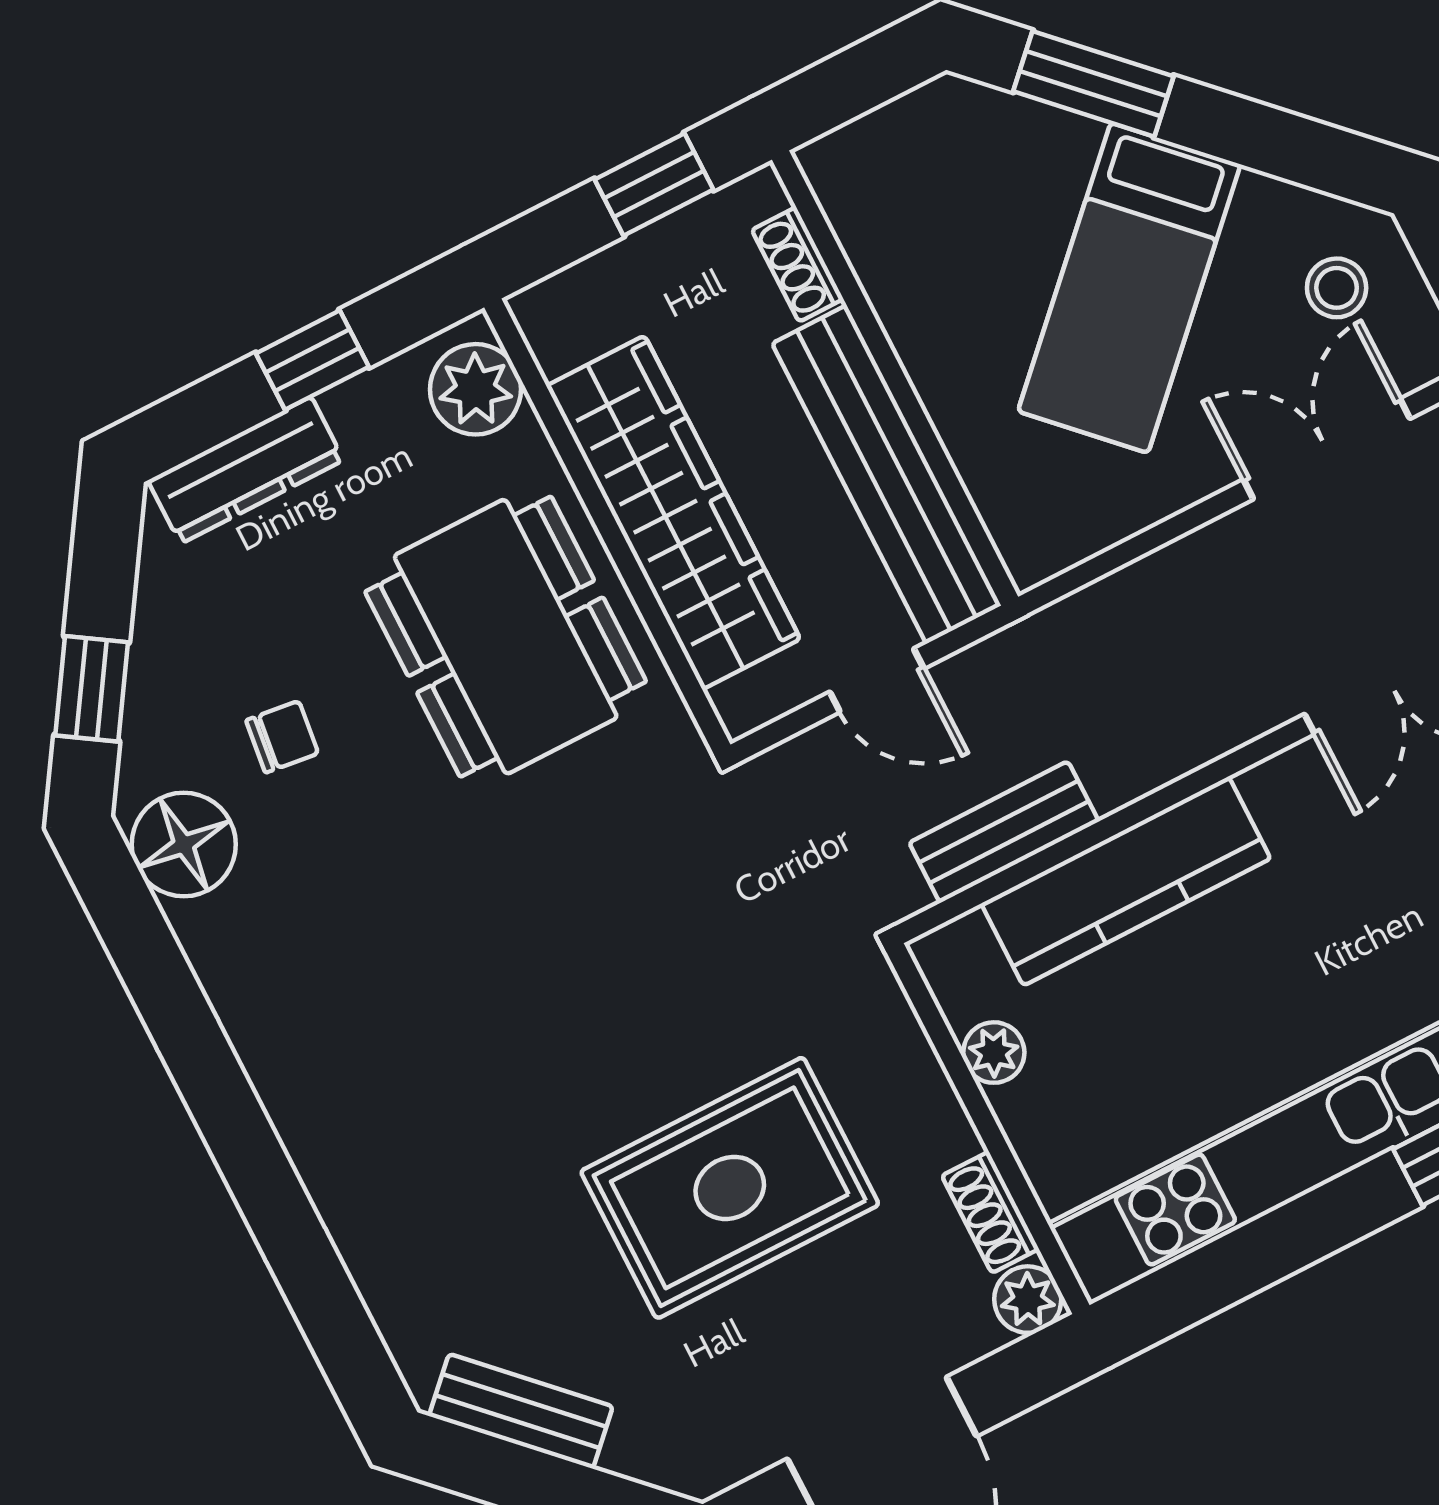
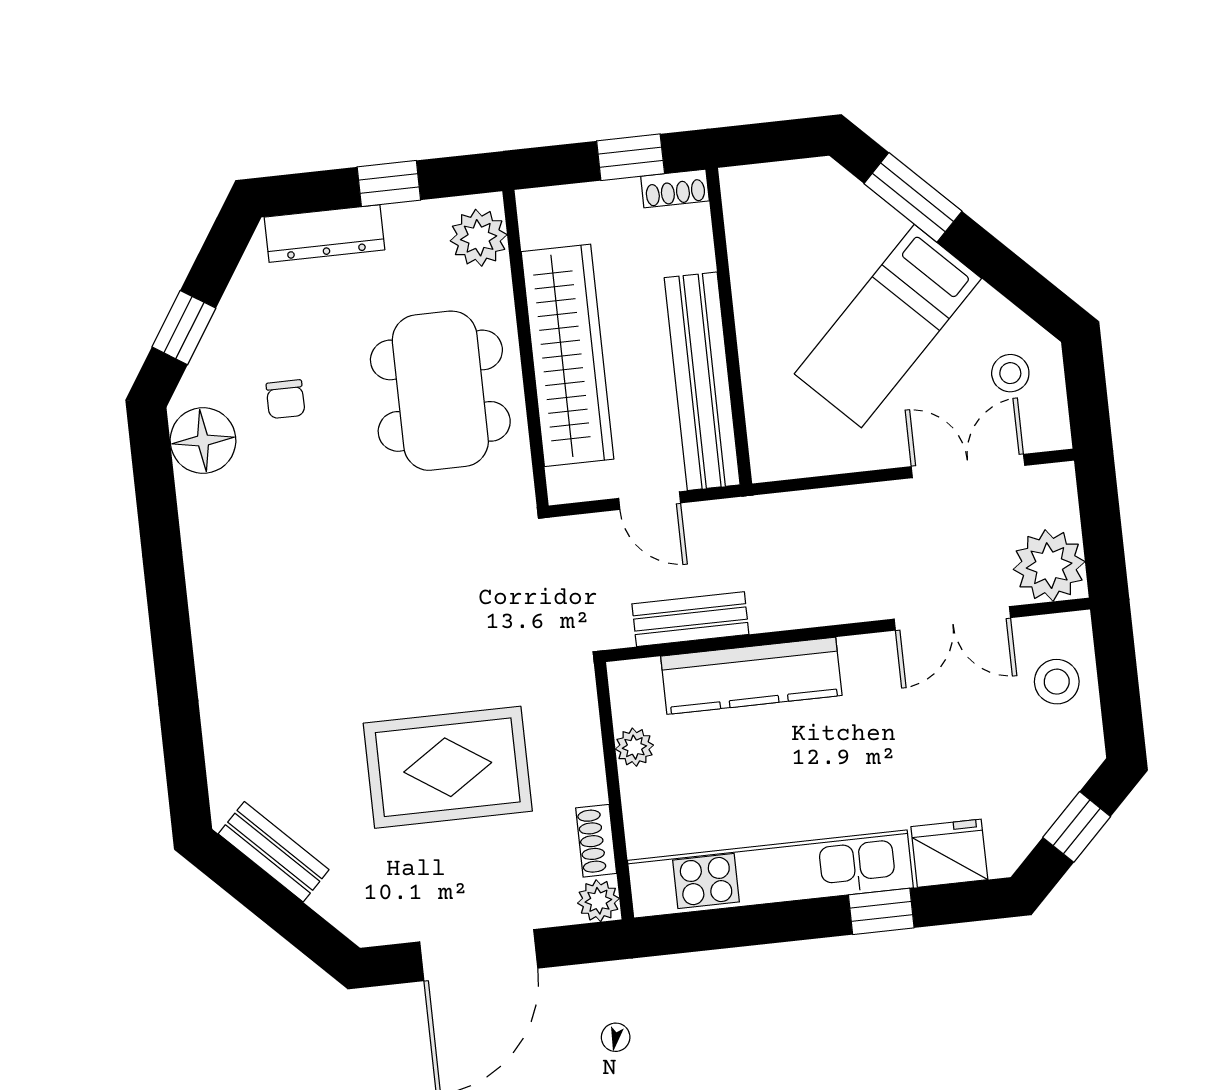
shoe rack: (798, 264) -> (675, 189), moved, turned -90
chair: (282, 737) -> (285, 399), turned 83

